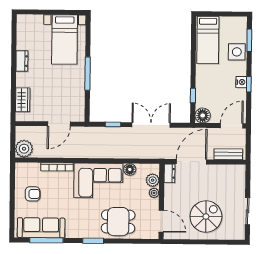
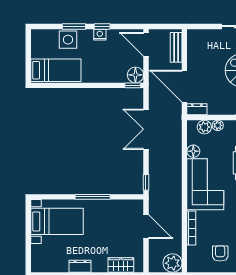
window: (249, 40) -> (74, 27), moved
window: (193, 95) -> (133, 85), moved
window: (113, 124) -> (146, 182), moved

